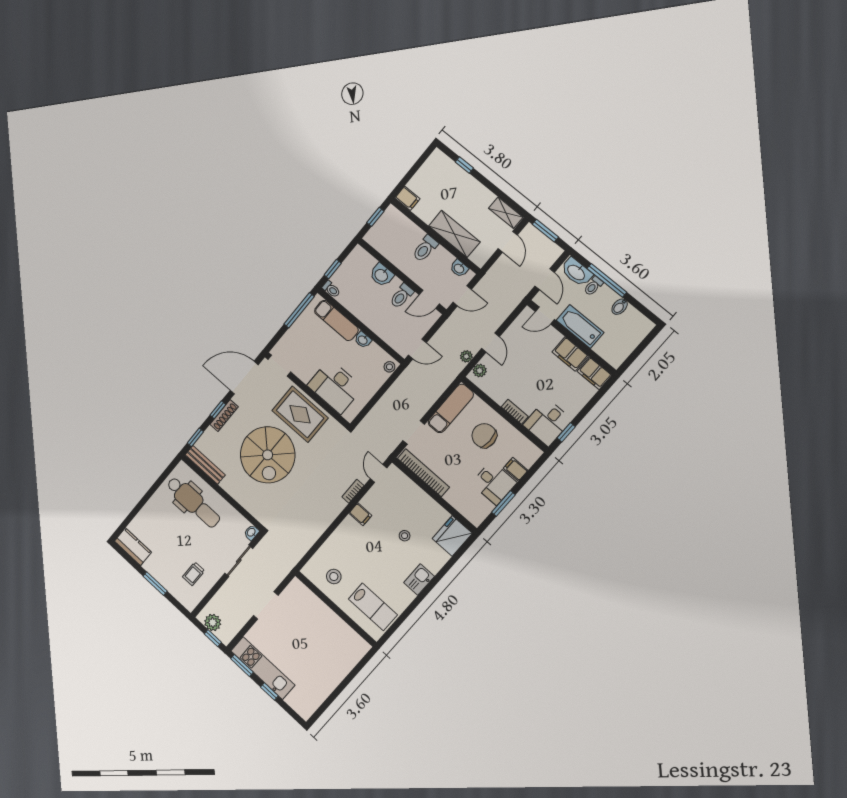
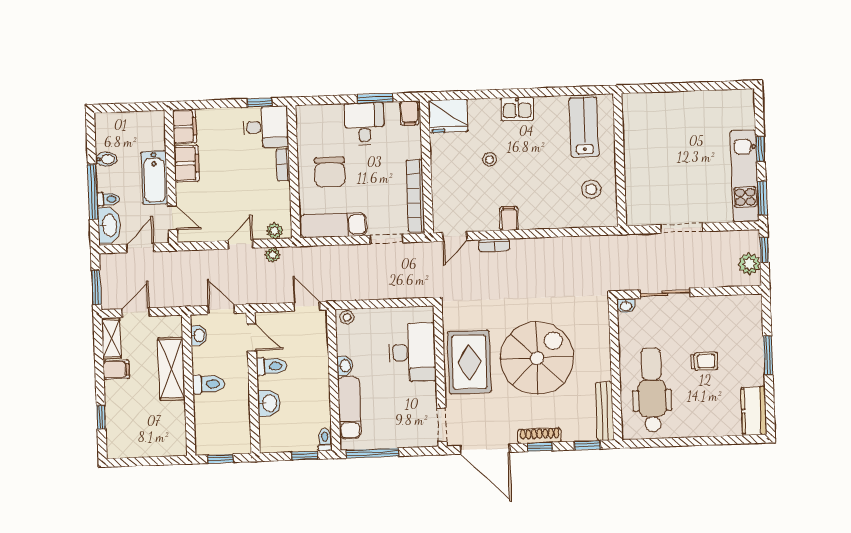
filing cabinet: (407, 198) -> (116, 370), moved, turned 90
filing cabinet: (516, 469) -> (409, 113), moved
trolley: (194, 574) -> (704, 361), moved

